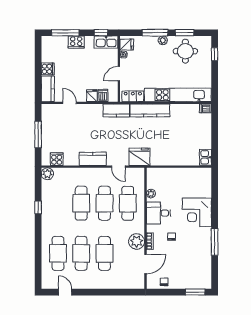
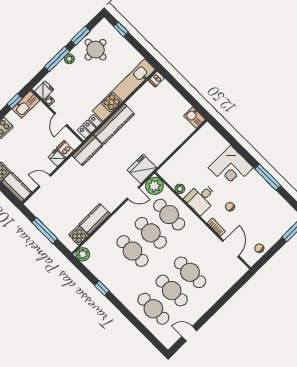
kitchen counter: (93, 159) -> (95, 219), moved
plant: (137, 241) -> (154, 186), moved

